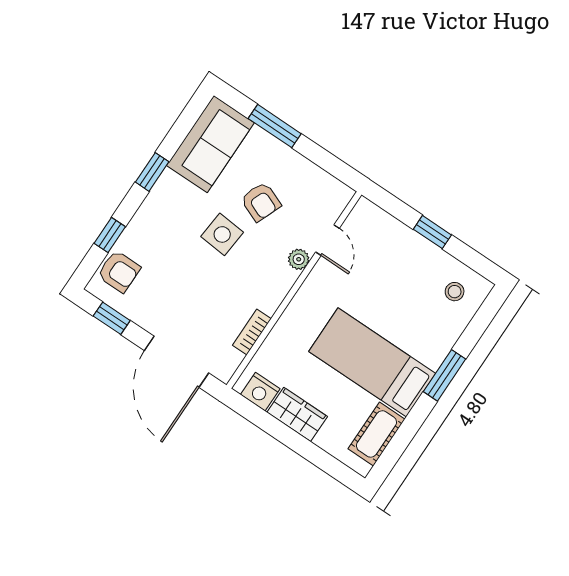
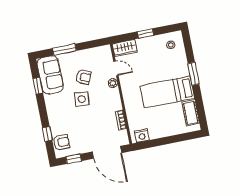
window: (152, 172) -> (38, 86), moved
wardrobe: (297, 414) -> (125, 48), moved, turned 180

